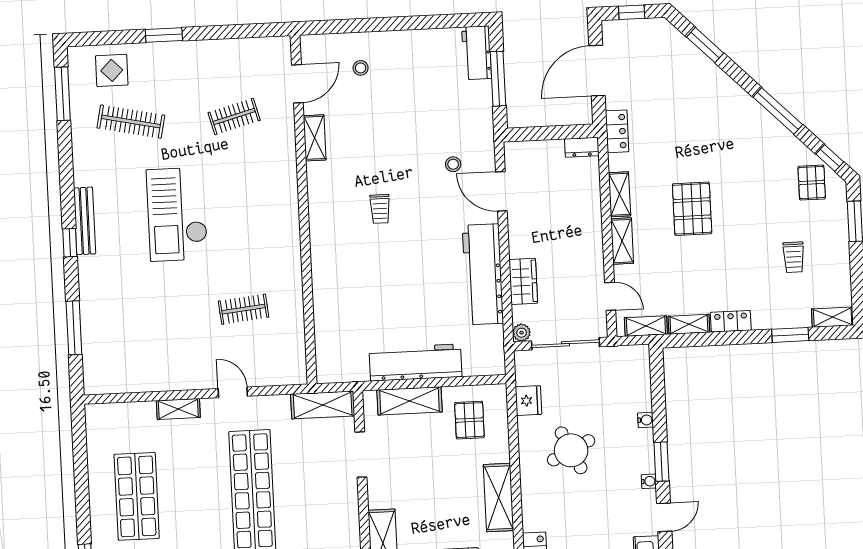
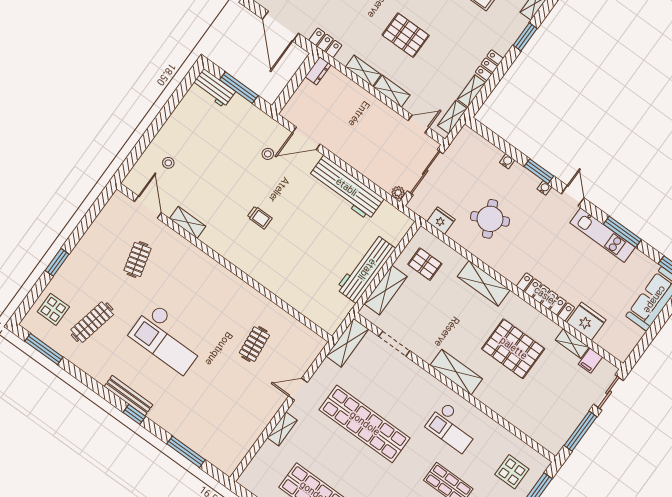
wardrobe: (523, 281) -> (369, 168), removed

